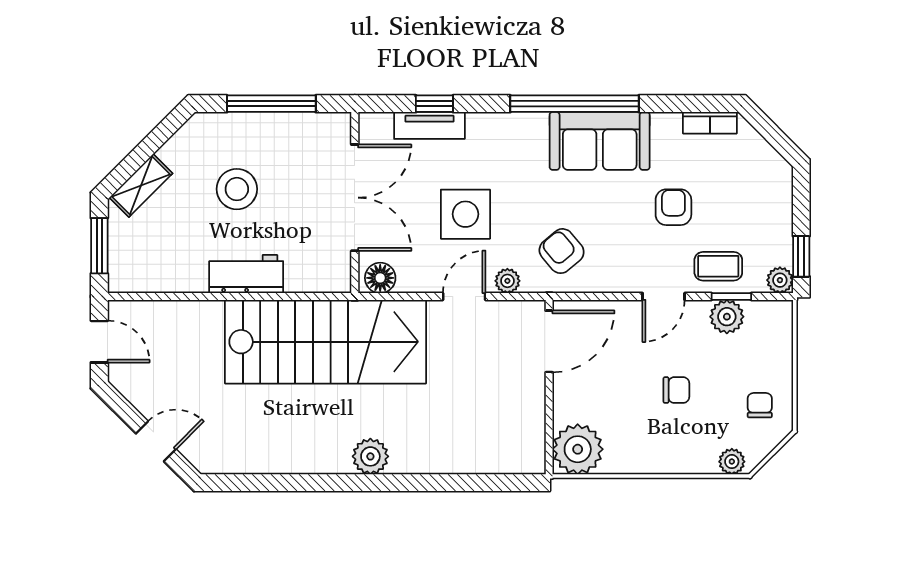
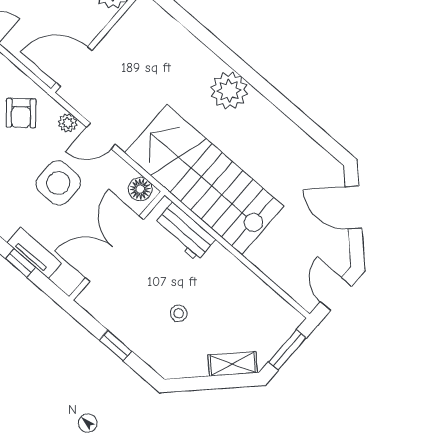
window: (271, 104) -> (115, 346), width x0.46
stool: (237, 189) -> (179, 313), width x0.53, depth x0.53
workbench: (246, 274) -> (185, 232), moved
door: (156, 441) -> (353, 207), width x1.38
plant: (370, 456) -> (229, 91), width x1.36, depth x1.36

